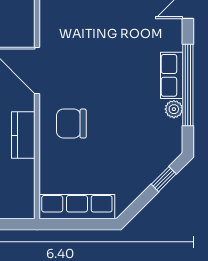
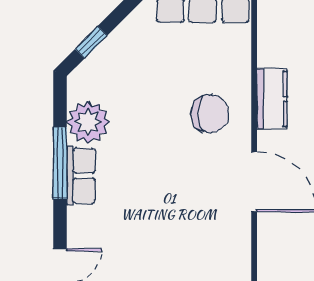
window: (188, 85) -> (60, 163), width x0.68
plant: (174, 109) -> (88, 122), width x1.87, depth x1.87

